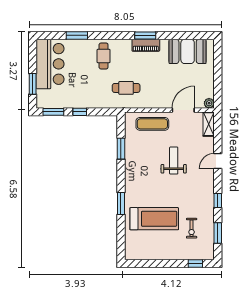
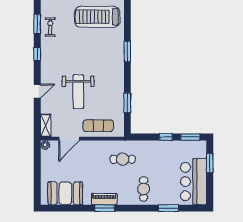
weight bench: (174, 161) -> (78, 92), width x1.36, depth x1.33
treadmill: (154, 219) -> (97, 17), moved
exercise bike: (192, 228) -> (50, 27), moved

